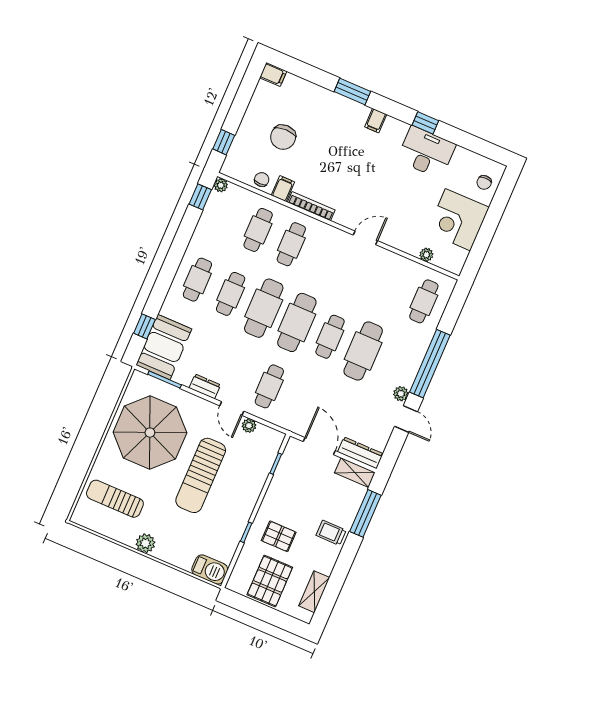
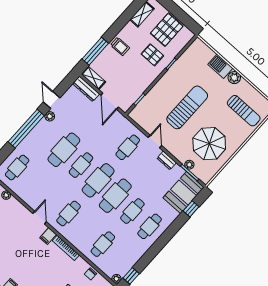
filing cabinet: (283, 189) -> (48, 236), moved
door: (365, 238) -> (40, 218), swing flipped
cafe table: (291, 244) -> (69, 213), moved
plant: (249, 426) -> (189, 165), moved
parasol: (150, 433) -> (209, 144), width x0.73, depth x0.73
barbecue: (210, 570) -> (220, 66), moved

